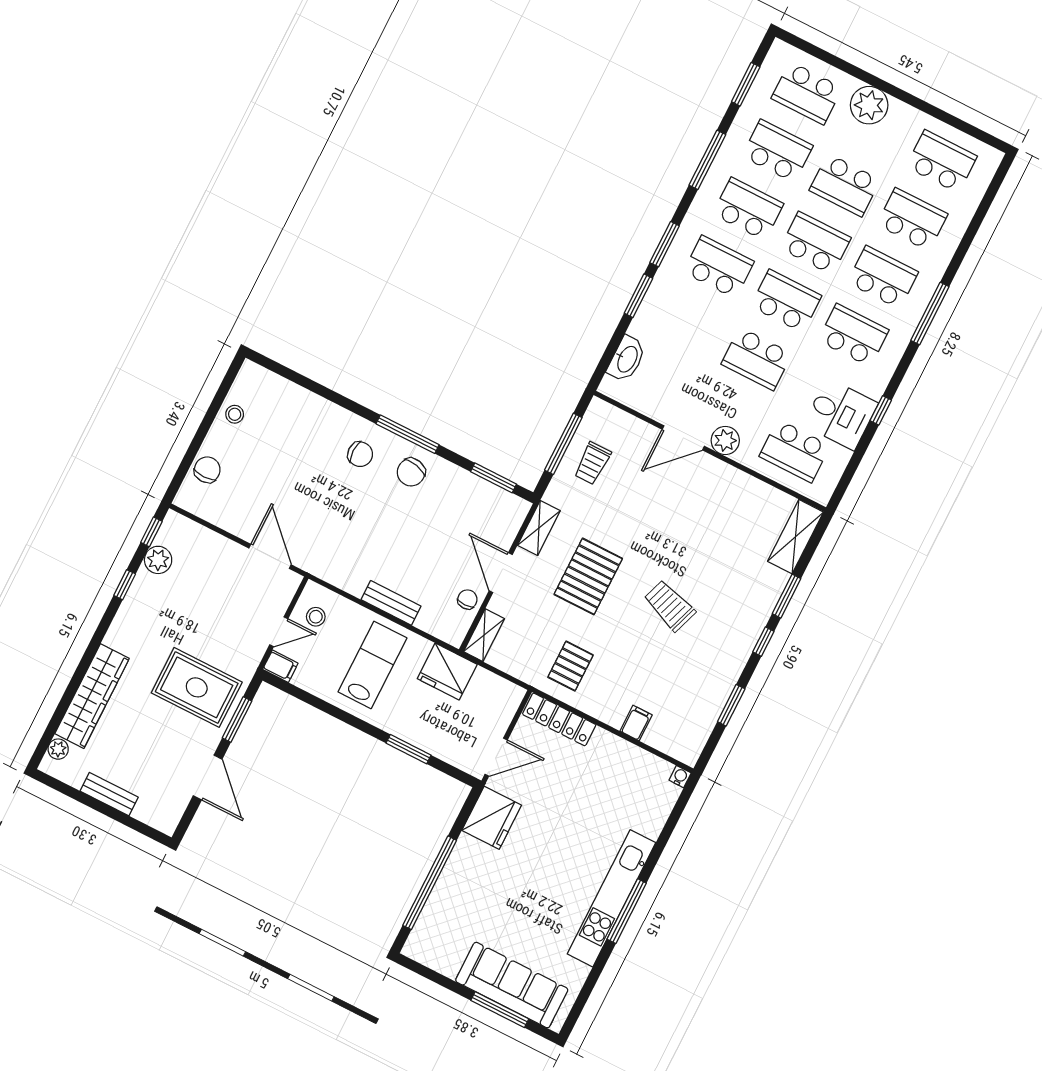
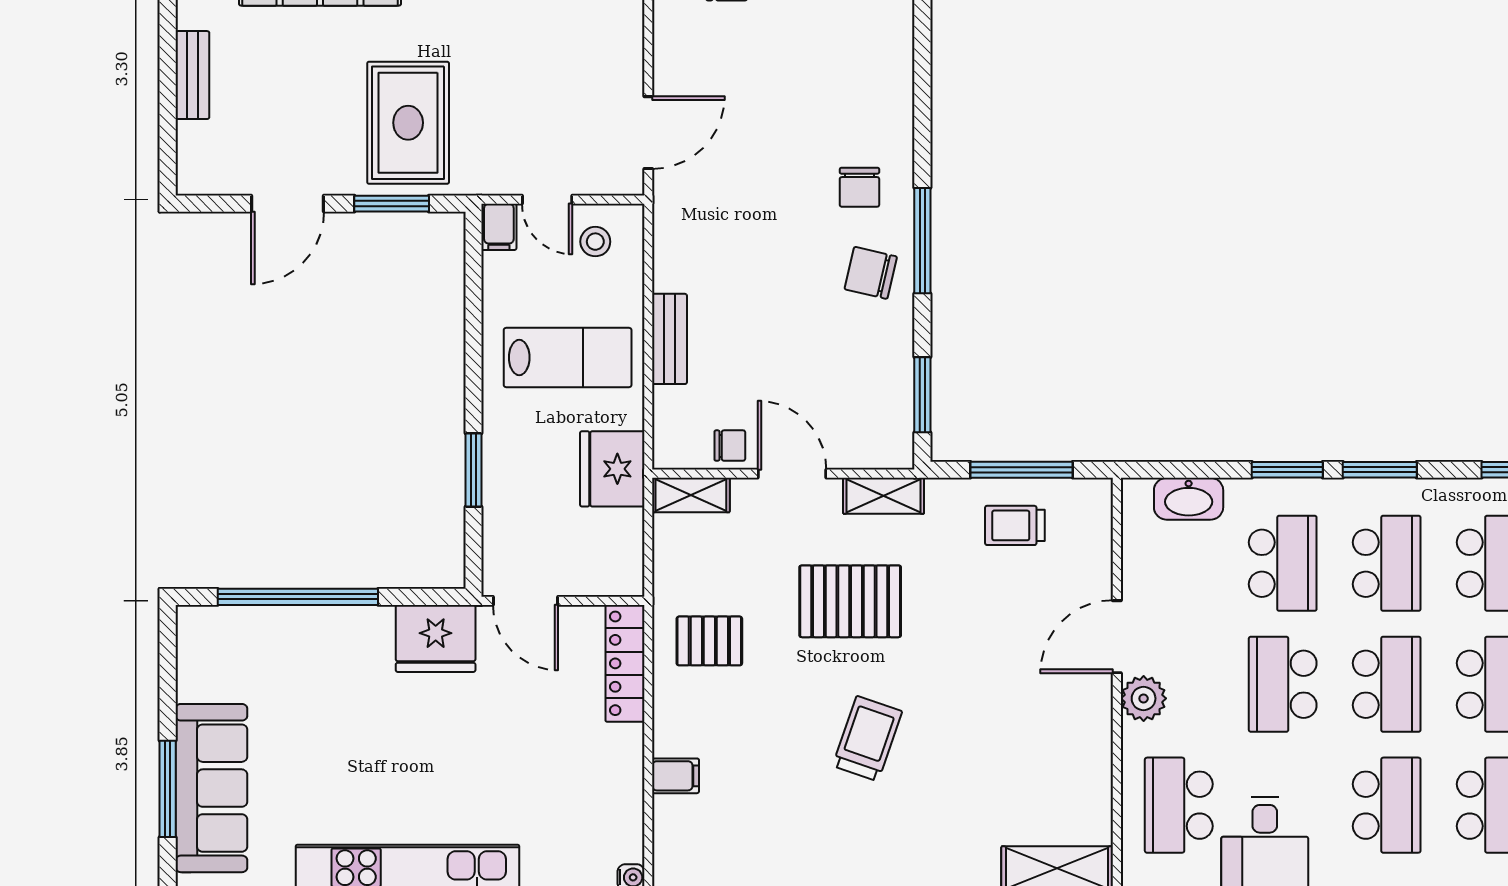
school desk: (689, 325) -> (1283, 563), added
door: (683, 438) -> (1117, 637), hinge flipped
door: (501, 573) -> (792, 474), hinge flipped

